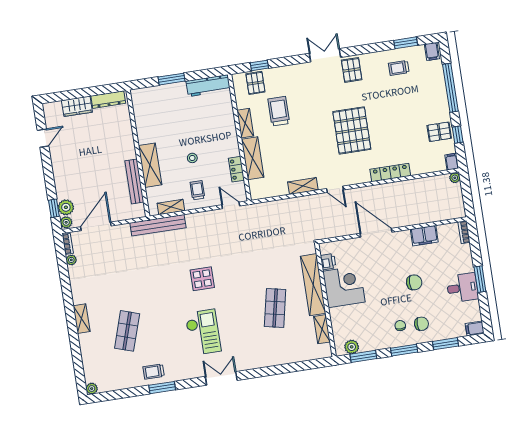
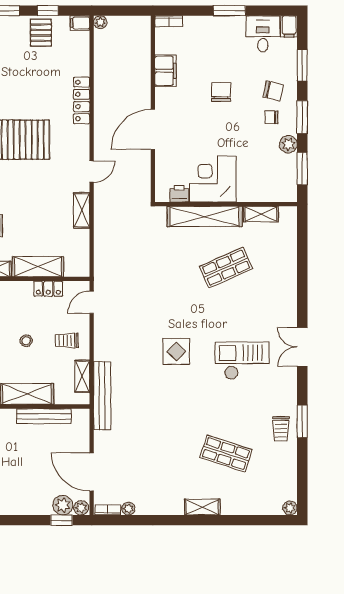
desk: (462, 288) -> (263, 34), moved
shop shelf: (275, 308) -> (226, 268), turned -36
chair: (421, 324) -> (273, 91), turned 103
plant: (352, 347) -> (288, 144), moved

